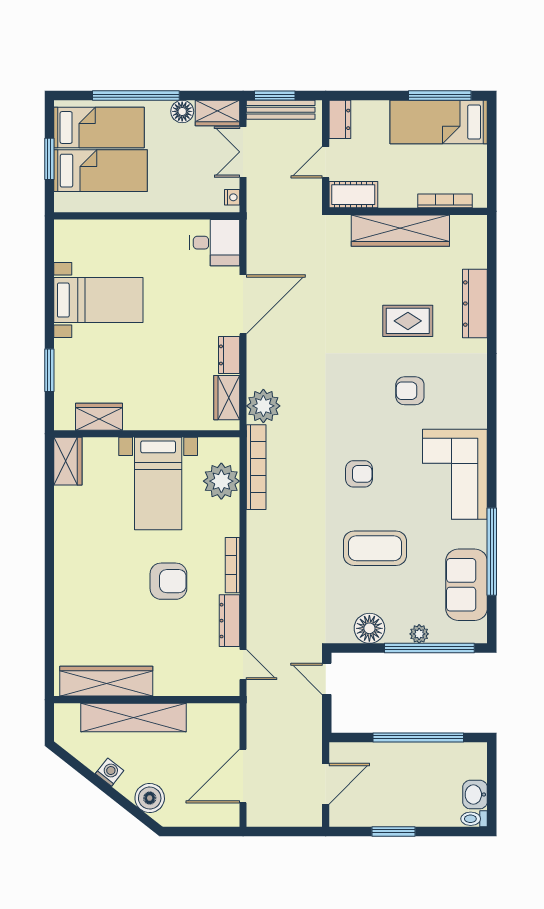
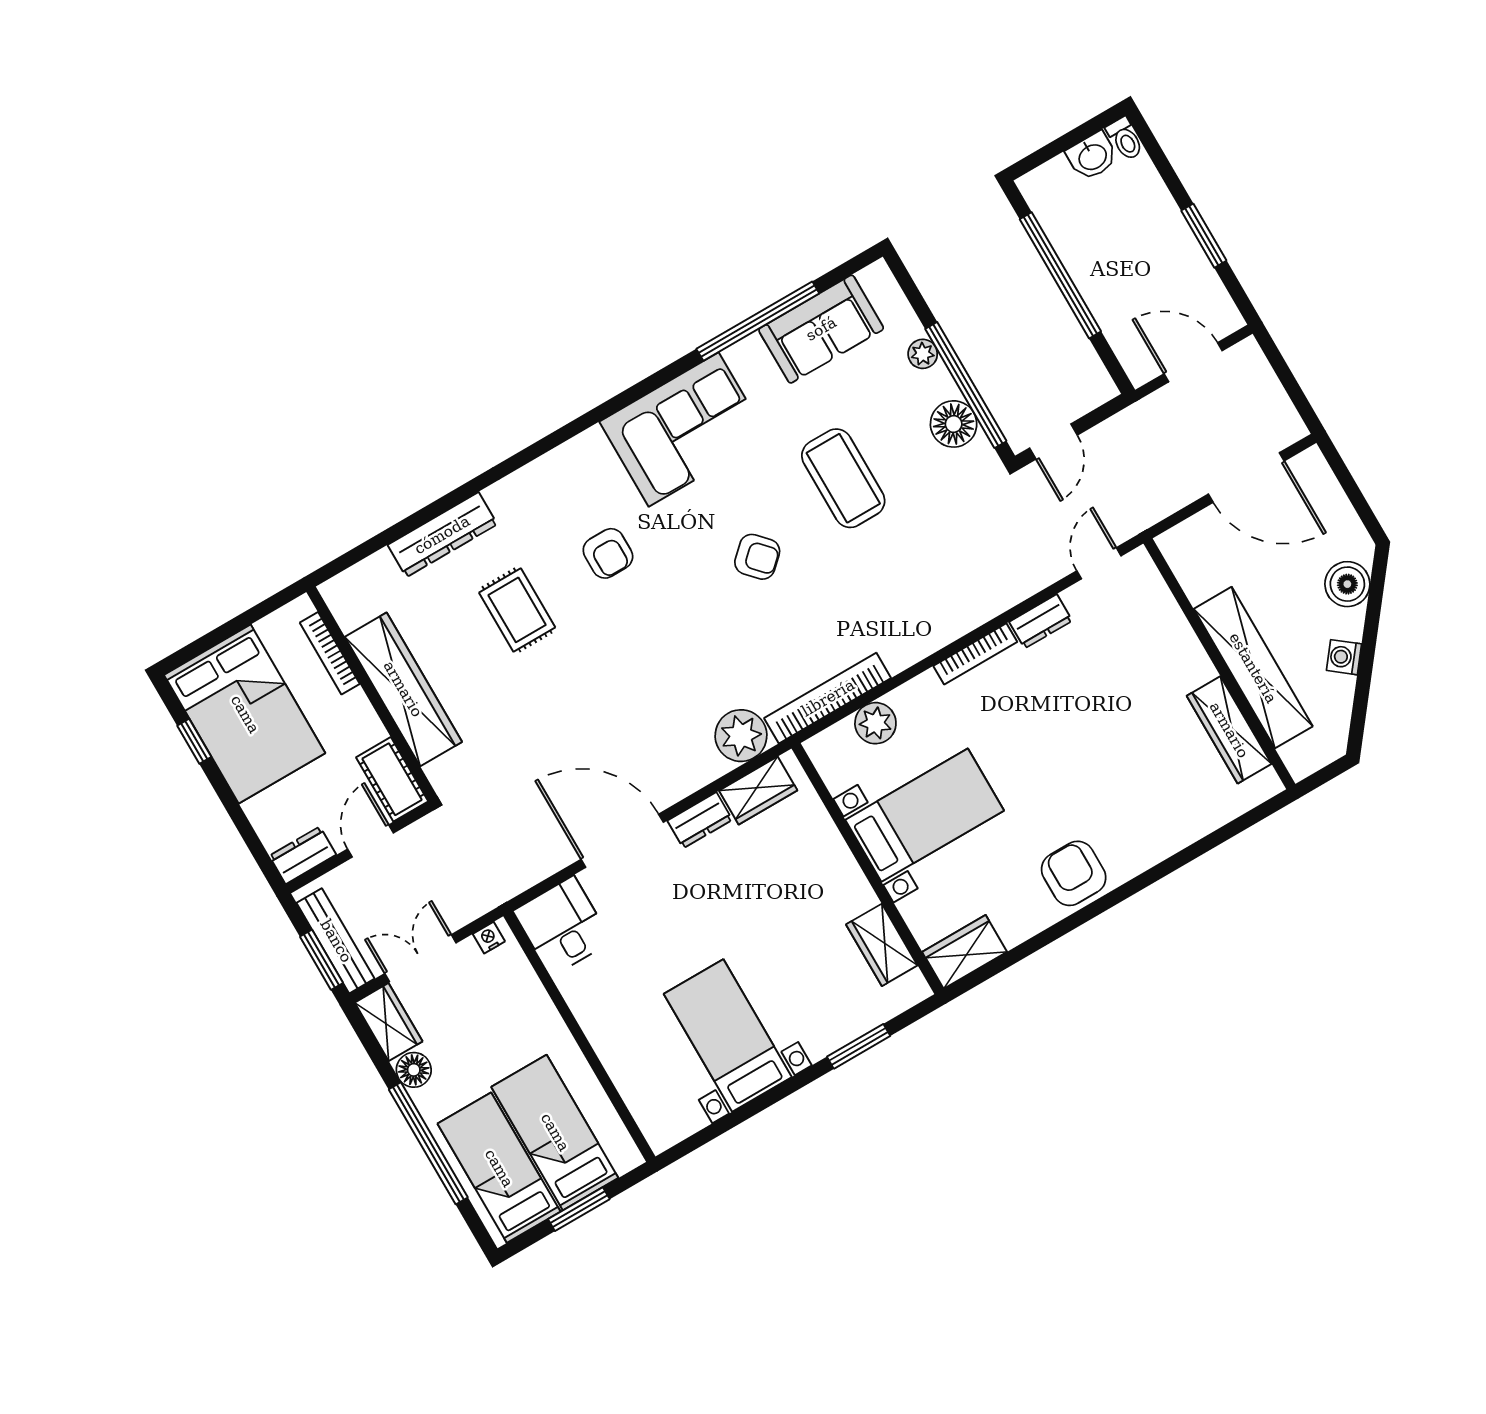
window: (440, 96) -> (194, 741), width x0.46
bed: (439, 122) -> (245, 714), width x1.50
double door: (243, 152) -> (420, 958), swing flipped
door: (326, 162) -> (370, 841), swing flipped
armchair: (359, 474) -> (757, 557), turned 137
plant: (221, 481) -> (875, 723), width x0.73, depth x0.73
armchair: (168, 581) -> (1074, 873), moved
dresser: (229, 621) -> (1041, 621), width x0.70
window: (429, 648) -> (966, 385), moved
wardrobe: (106, 681) -> (1229, 730), width x0.71, depth x0.85

